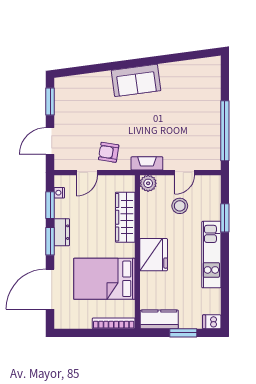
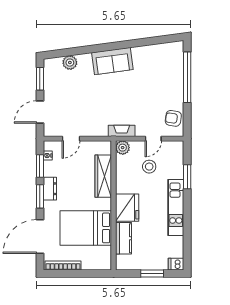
plant: (86, 82) -> (70, 63), added
window: (225, 131) -> (187, 77), moved
armchair: (109, 152) -> (173, 118), moved
kitchen counter: (159, 319) -> (124, 238), moved, turned 90
bookcase: (114, 323) -> (63, 265), moved

